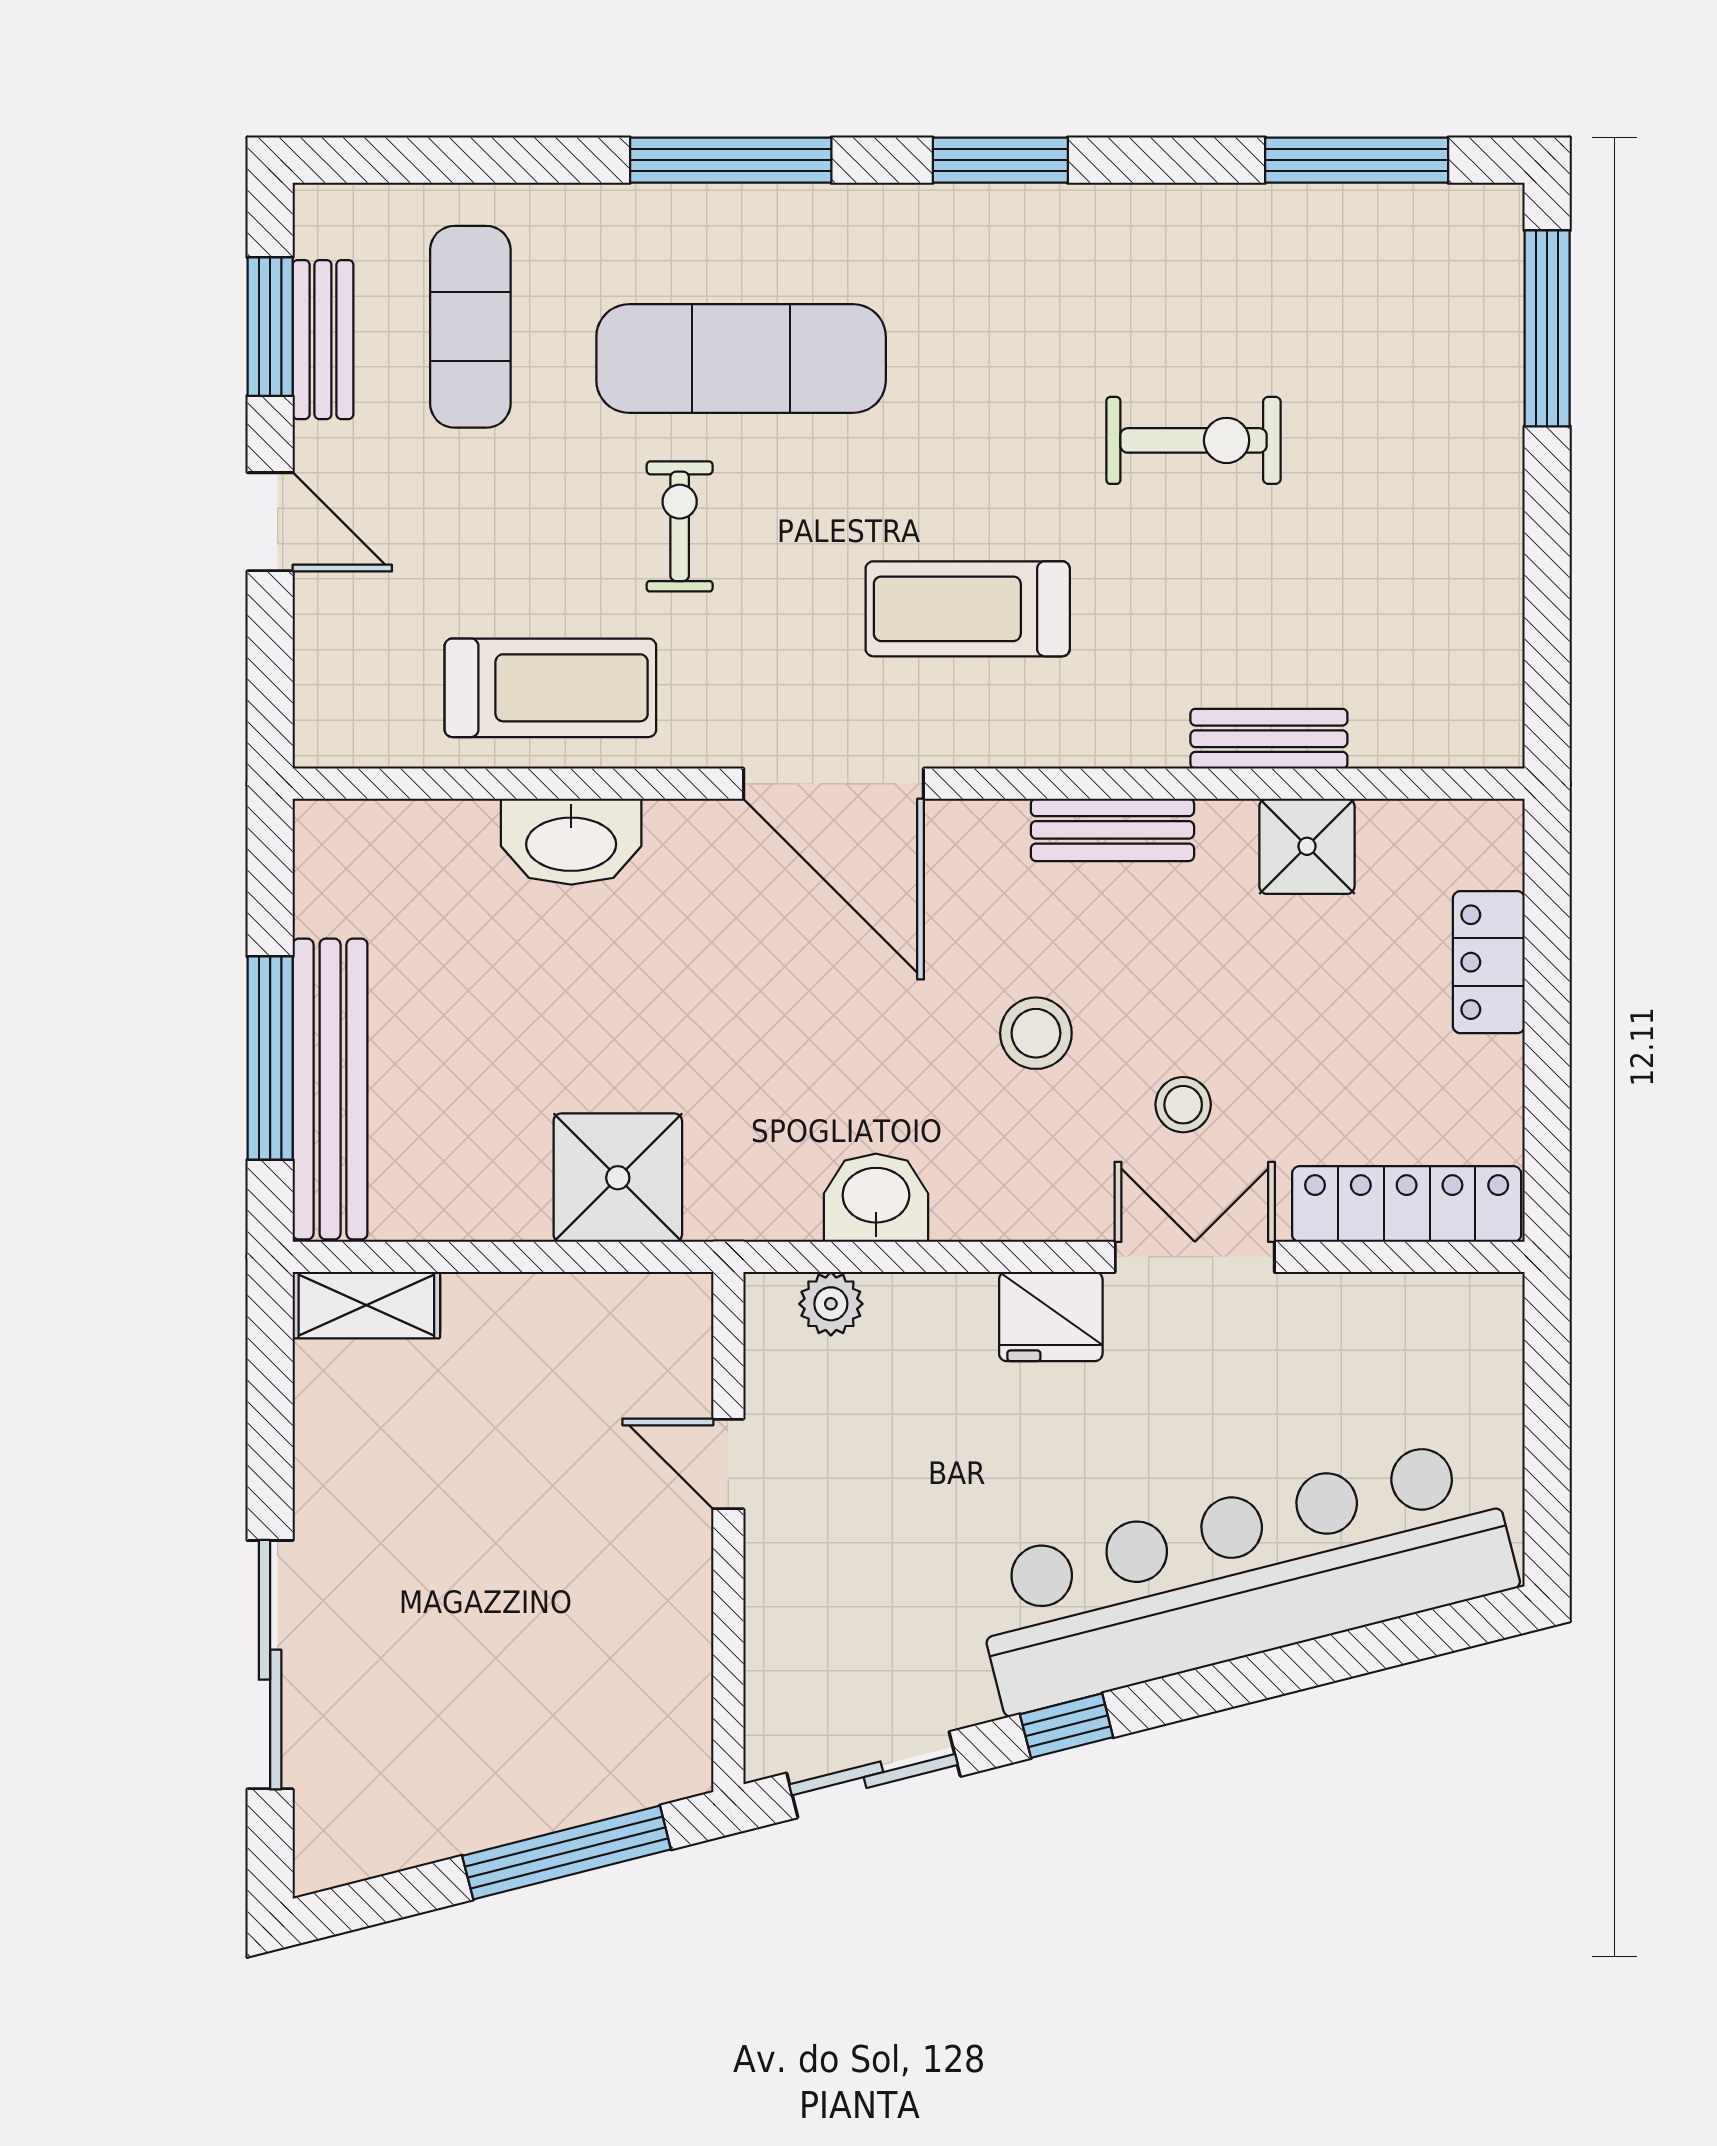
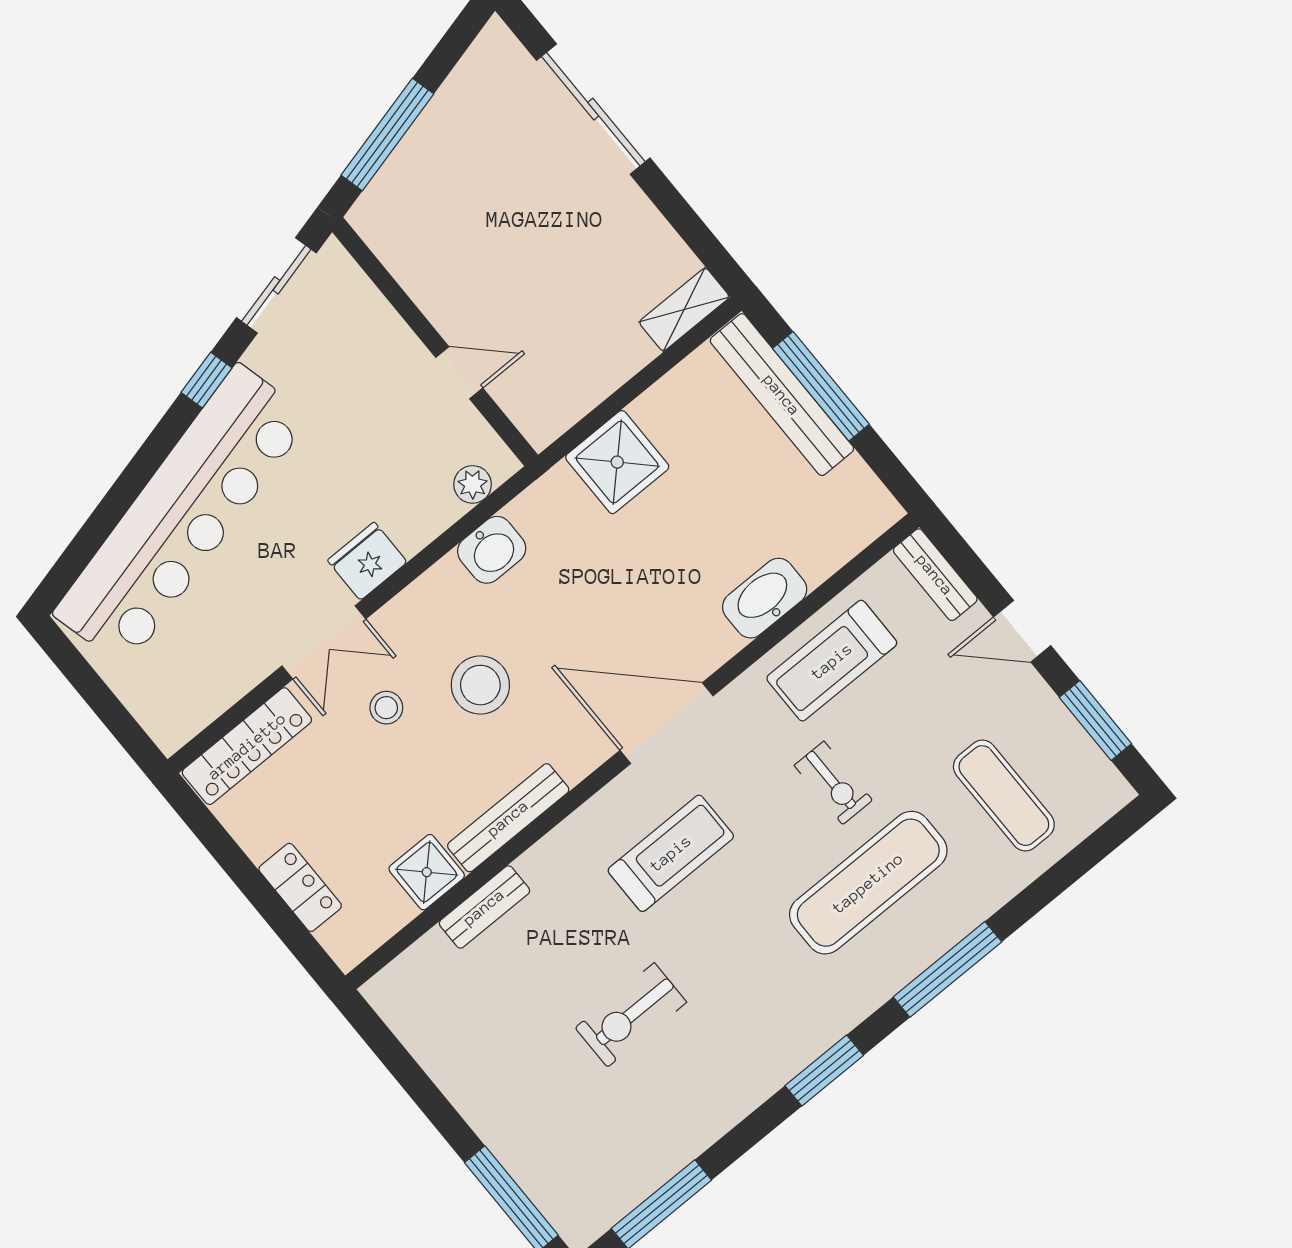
bench: (323, 340) -> (935, 575), moved
bench: (1112, 830) -> (508, 818), width x1.36
stool: (1036, 1033) -> (480, 685), width x1.38, depth x1.38

